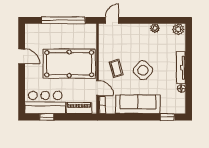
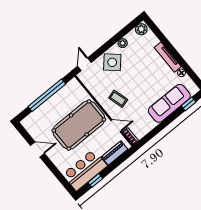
side table: (143, 70) -> (112, 62), moved
sofa: (138, 104) -> (169, 103), moved

